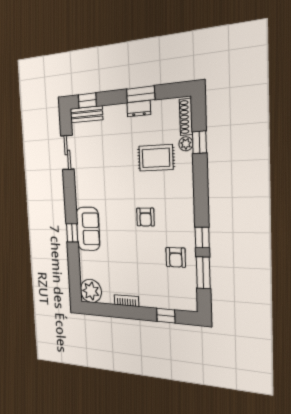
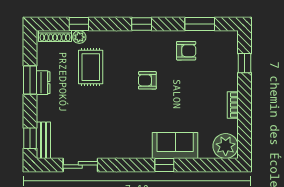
armchair: (145, 217) -> (147, 80), turned 180
sofa: (88, 229) -> (175, 145), moved
window: (202, 238) -> (142, 24), moved

